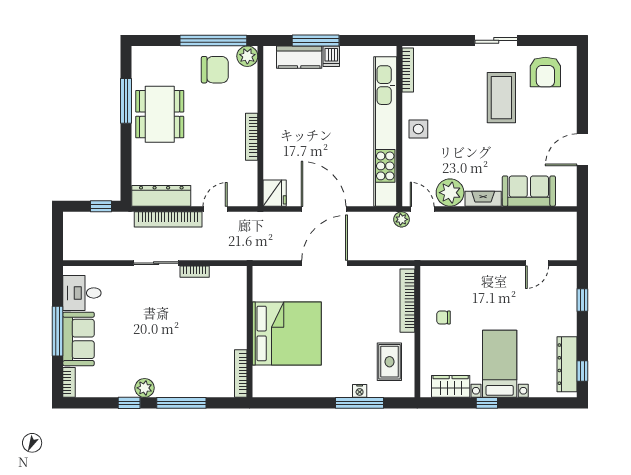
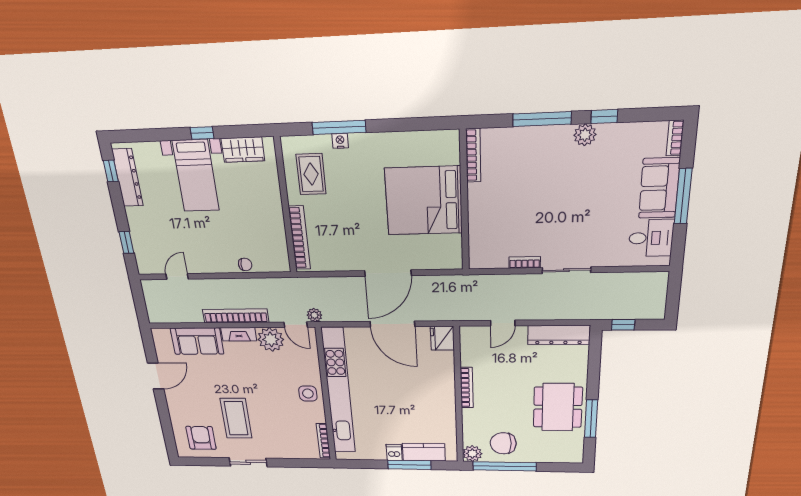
bookcase: (168, 219) -> (236, 316), moved
chair: (444, 318) -> (245, 264), moved

